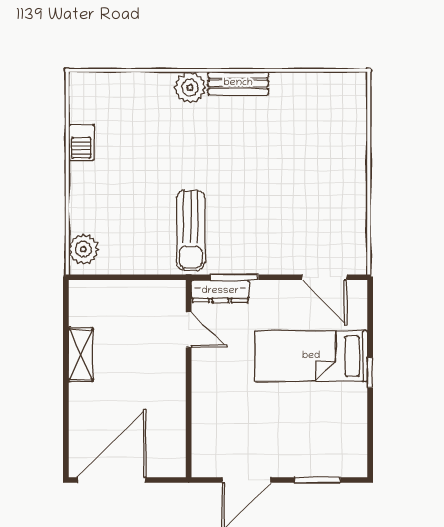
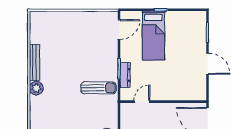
bench: (238, 83) -> (34, 62), width x1.36
door: (189, 330) -> (142, 102), moved
wall: (189, 379) -> (163, 102), moved

